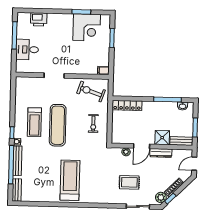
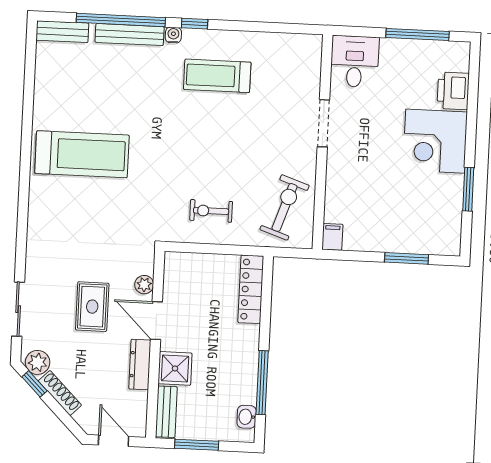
corner desk: (87, 27) -> (435, 141), moved
desk: (27, 50) -> (355, 61), moved
exercise mat: (58, 125) -> (209, 129), removed
rug: (129, 182) -> (92, 307), moved

